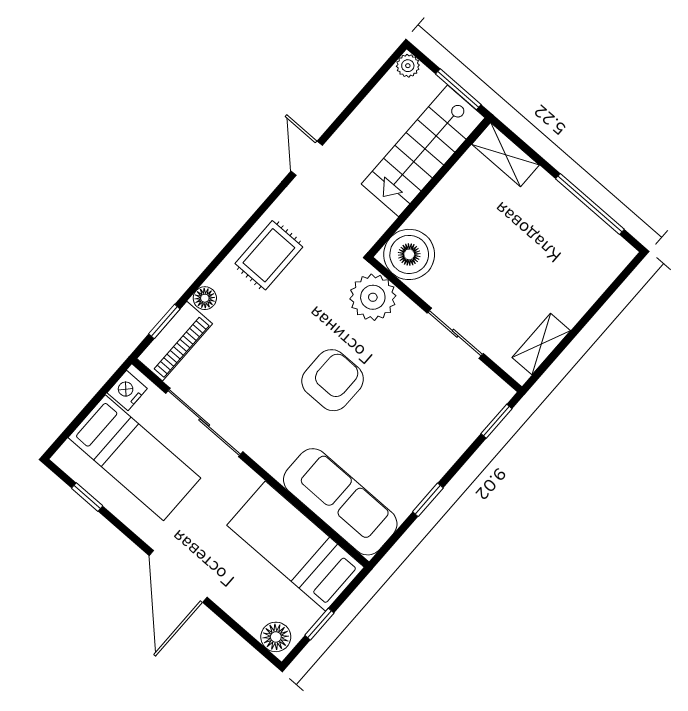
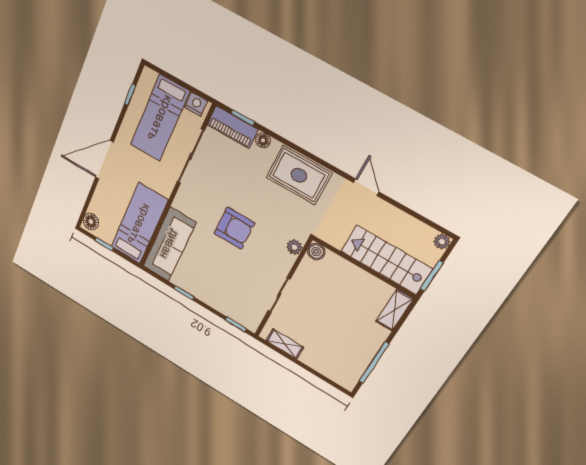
door: (307, 158) -> (366, 187), hinge flipped
boiler: (409, 254) -> (316, 251), width x0.54, depth x0.54
rug: (269, 255) -> (299, 175), width x1.36, depth x1.43
plant: (373, 297) -> (294, 247), width x0.53, depth x0.53

